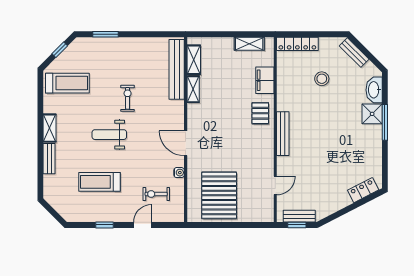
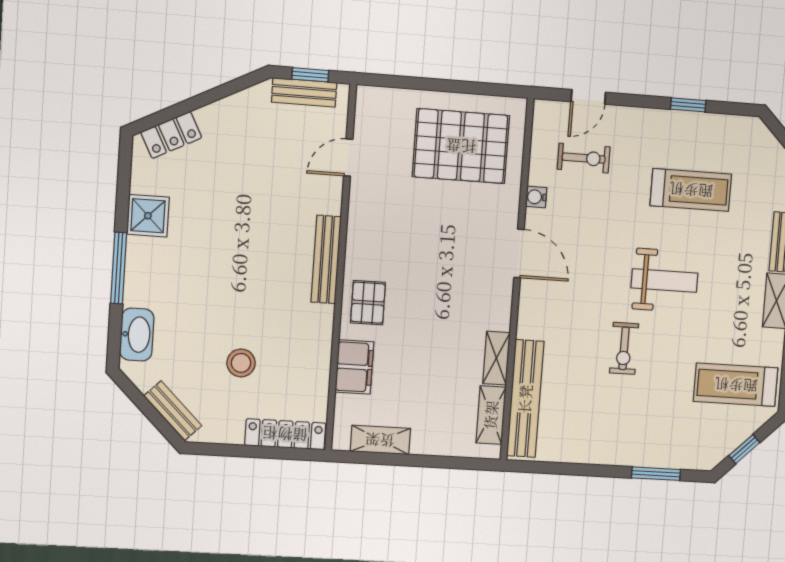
shower: (372, 114) -> (148, 216), moved
pallet: (219, 195) -> (461, 146), turned 90
door: (143, 225) -> (588, 97), moved

